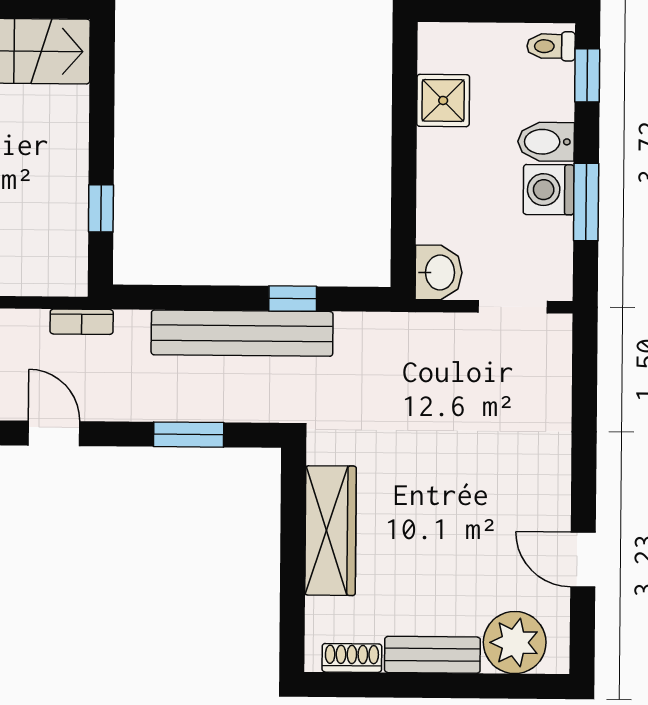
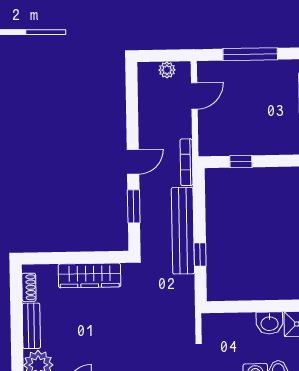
washbasin: (439, 272) -> (270, 323), moved
bookcase: (82, 322) -> (186, 162), width x1.56
door: (54, 433) -> (133, 162), moved

